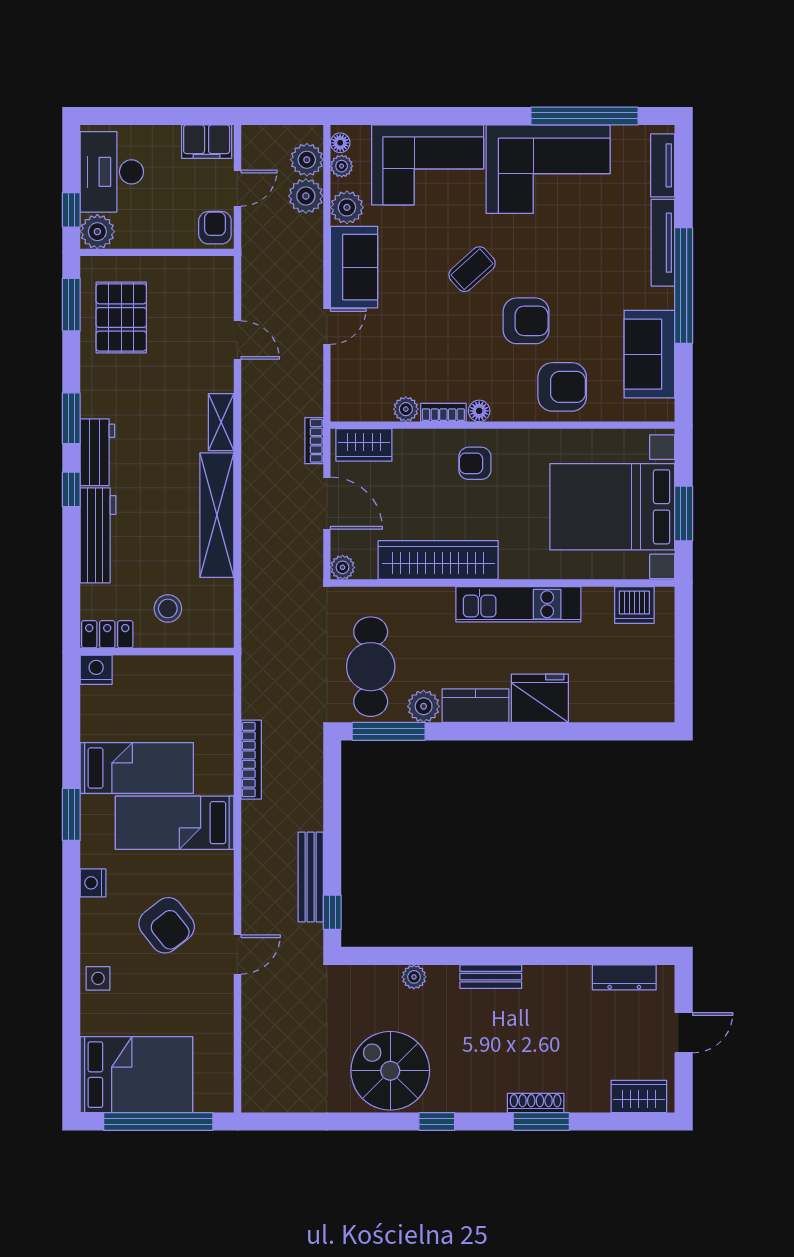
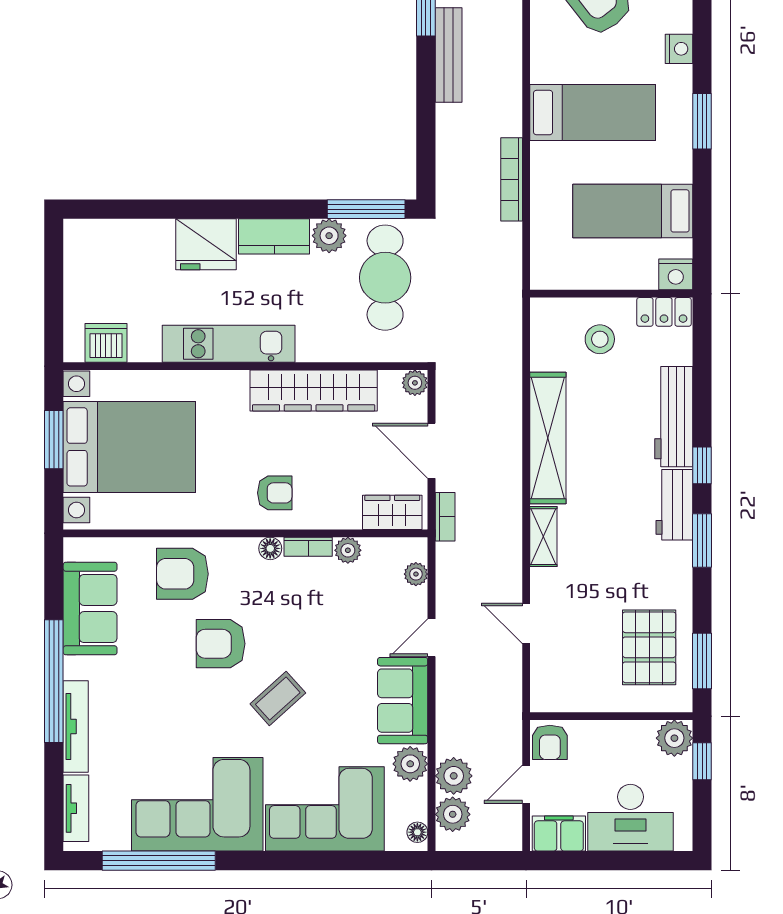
plant: (342, 166) -> (416, 574), moved
desk: (112, 172) -> (630, 818), moved, turned 90
bed: (137, 768) -> (633, 211), moved

